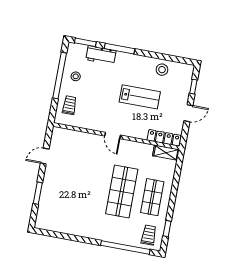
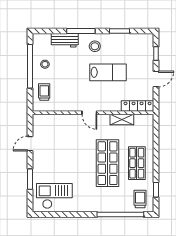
window: (85, 42) -> (119, 31), moved
stool: (162, 70) -> (95, 46), moved
shelving: (166, 153) -> (122, 119), moved
checkout: (60, 215) -> (54, 196), added

